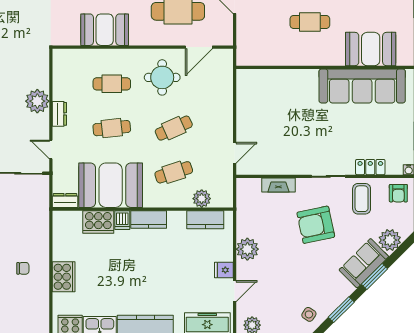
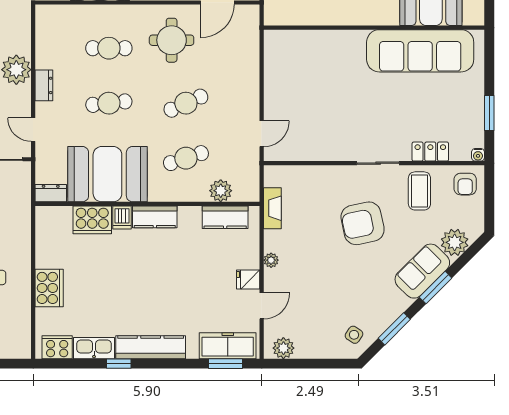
fireplace: (278, 185) -> (272, 208), moved, turned -90
plant: (247, 249) -> (271, 260), width x0.53, depth x0.53

